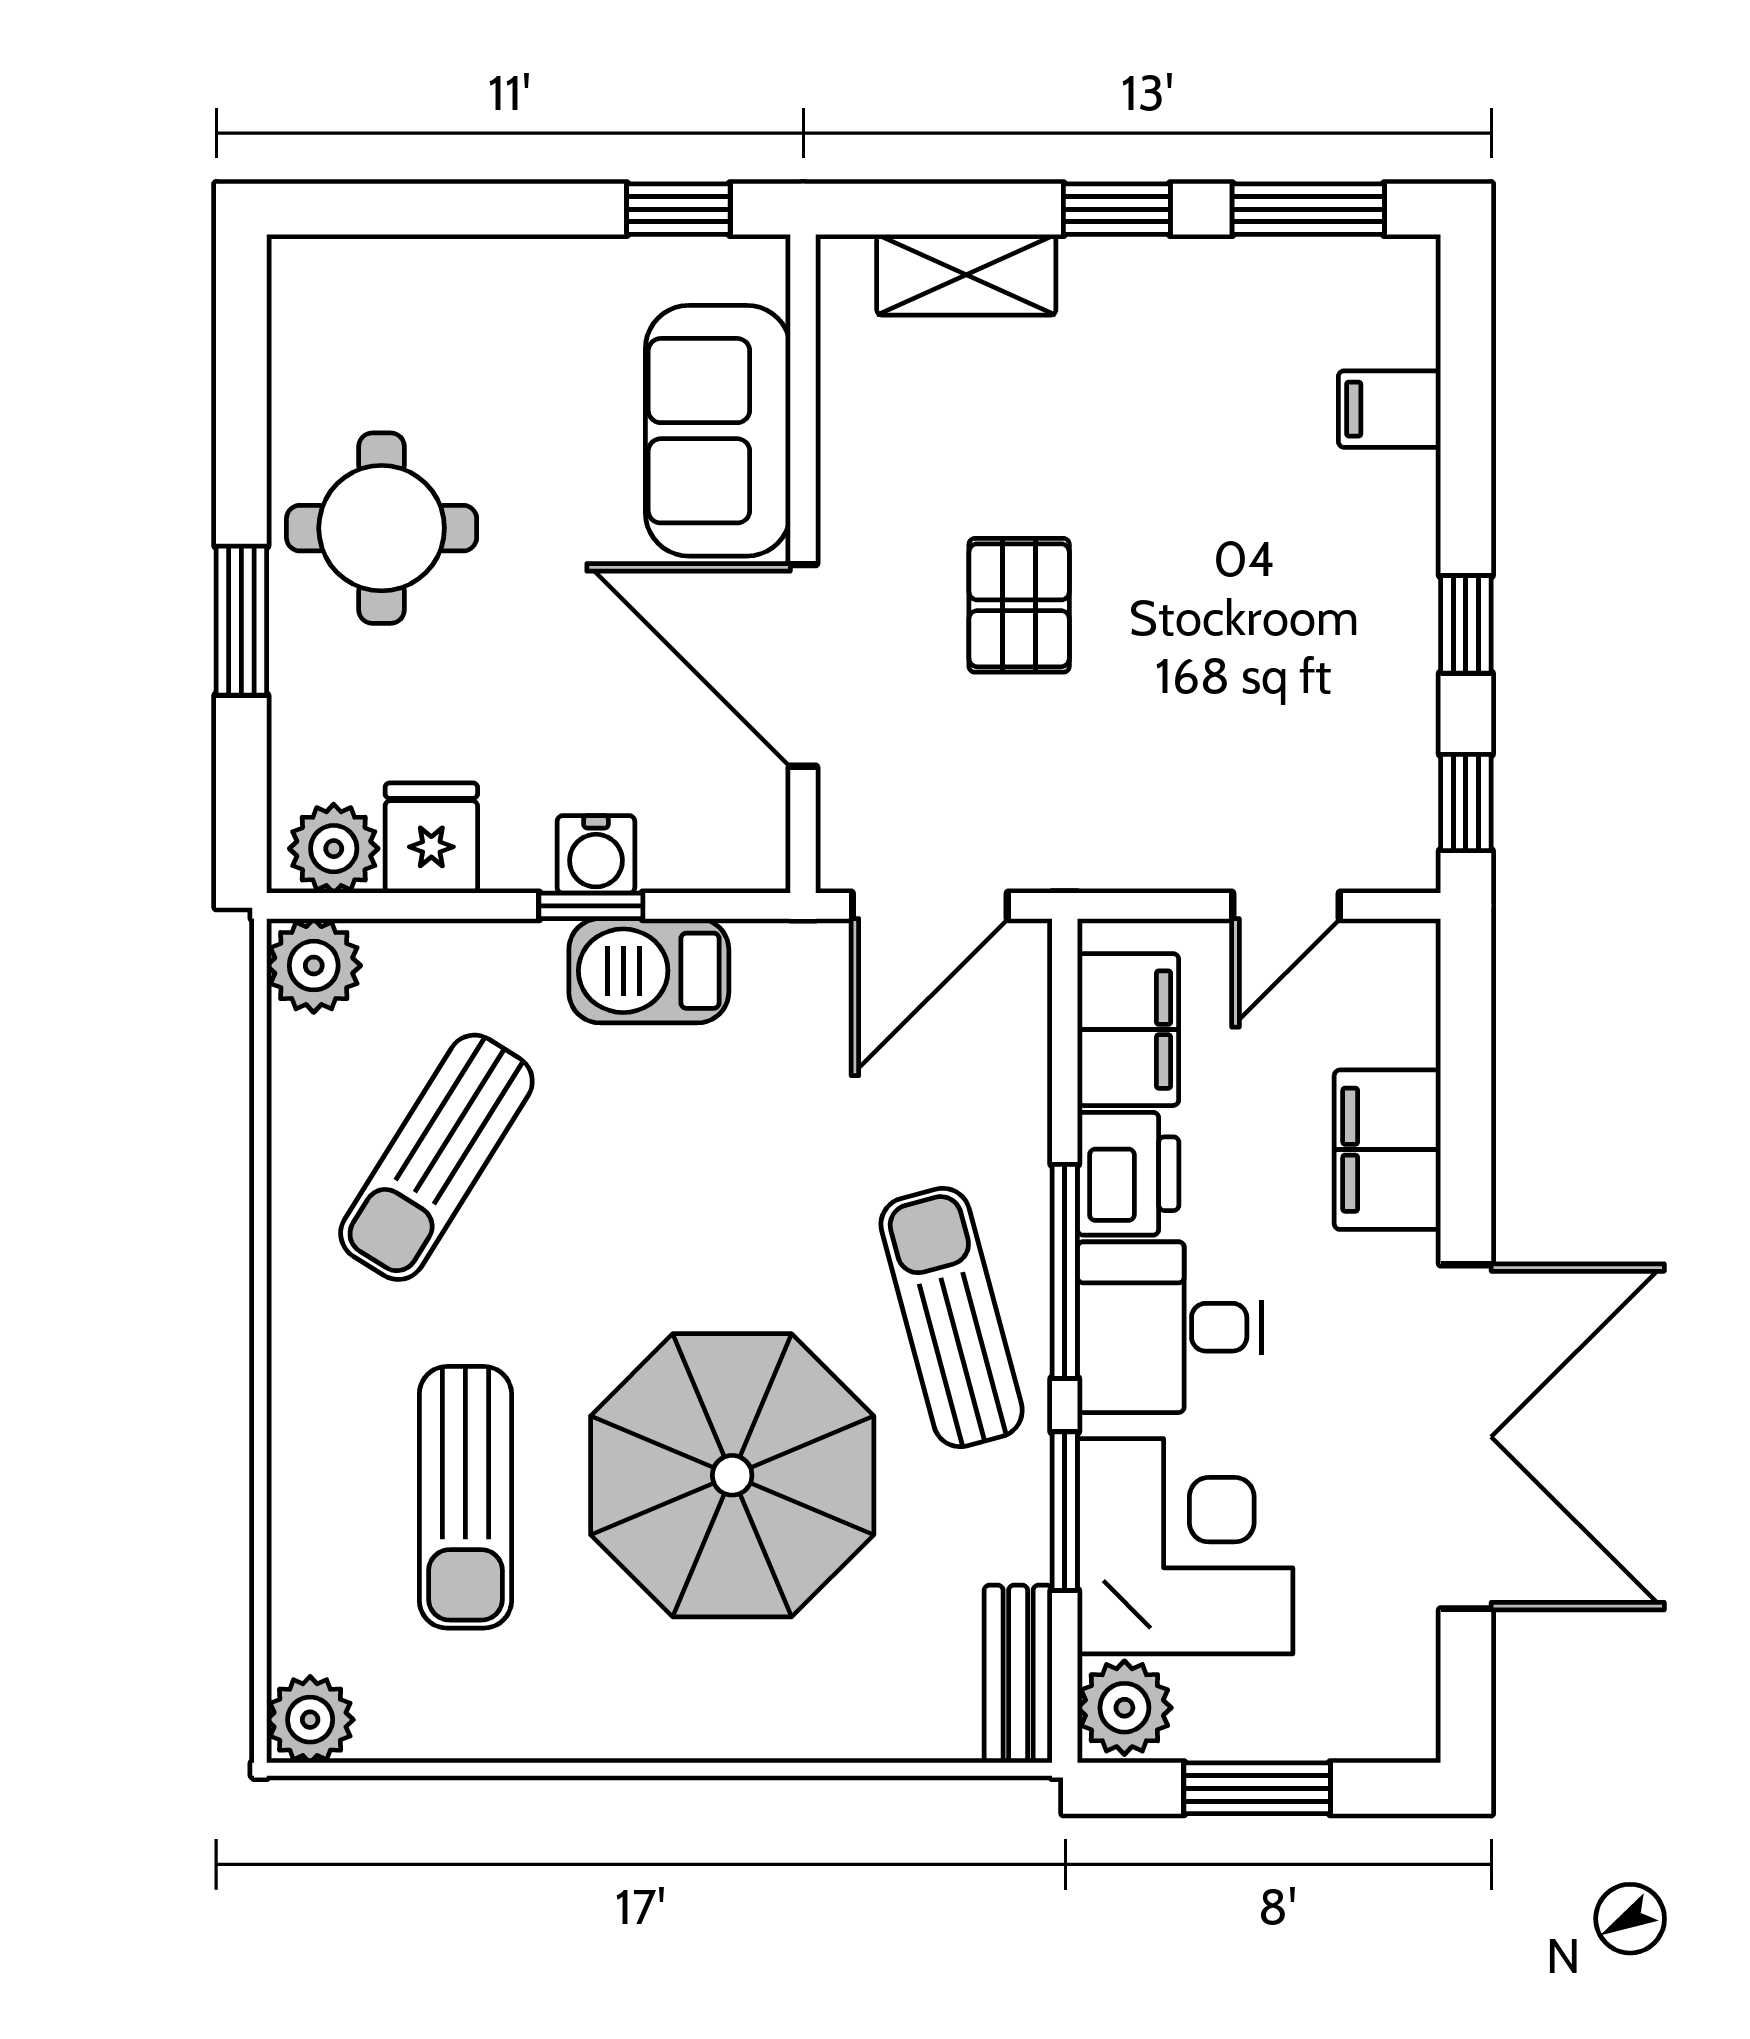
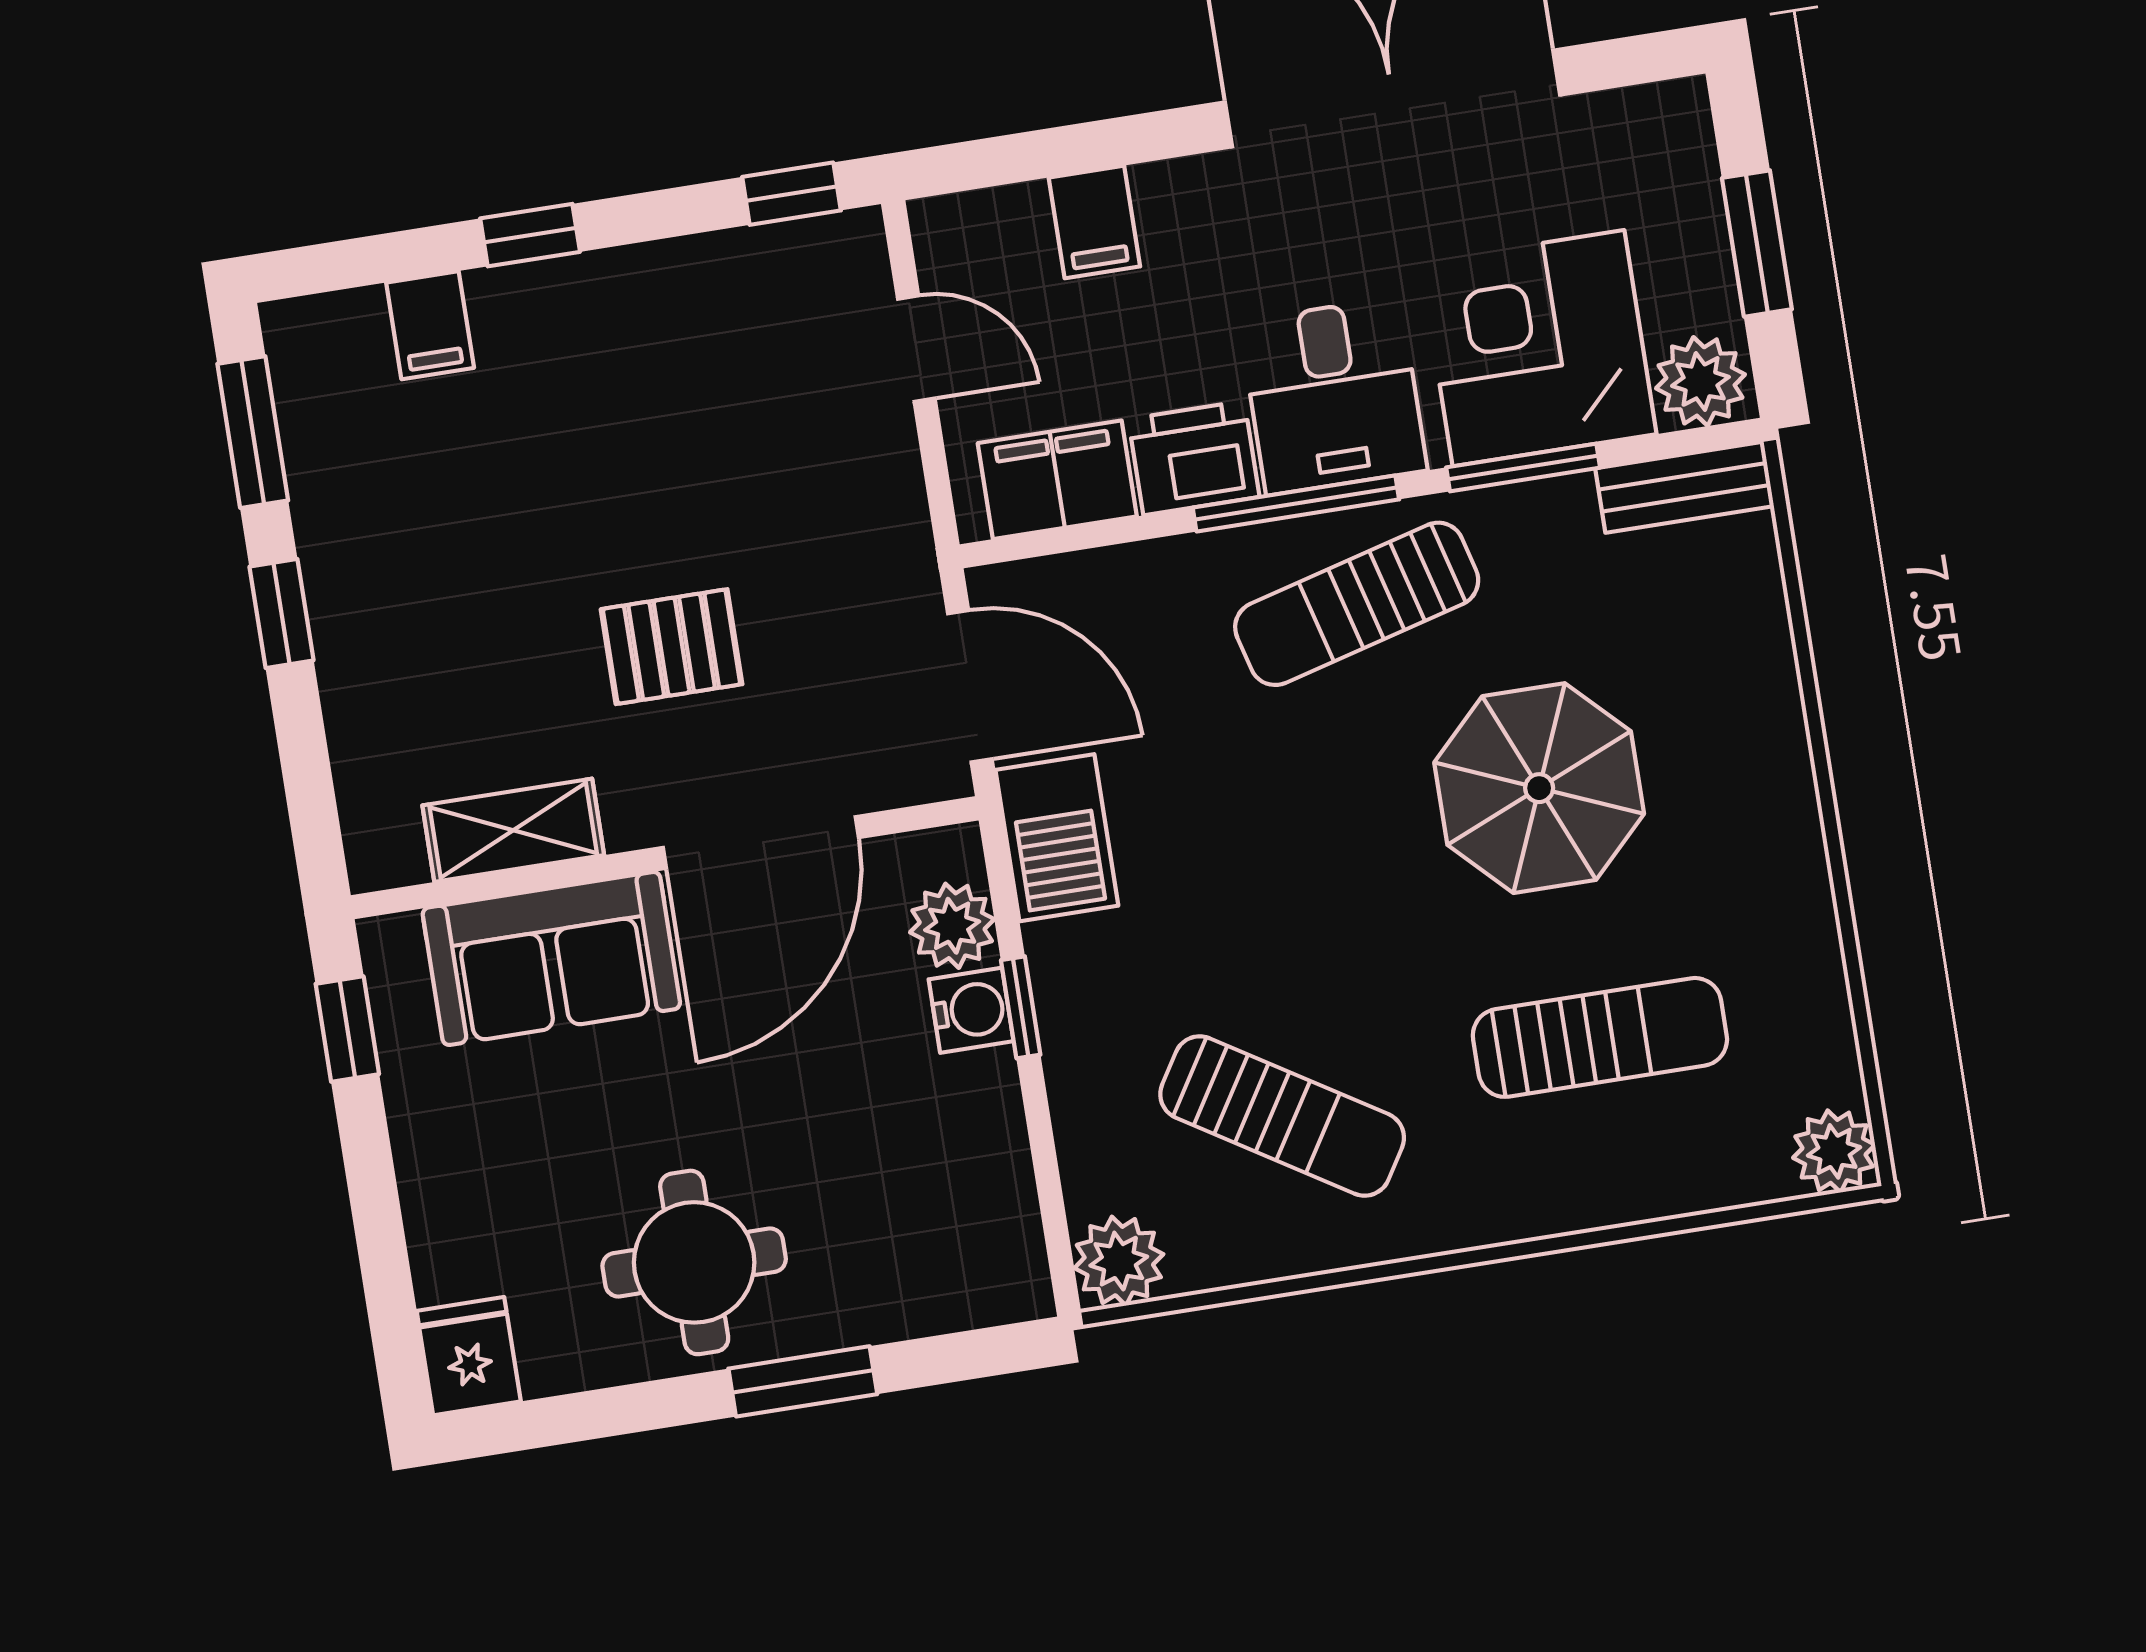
shelving: (966, 275) -> (513, 830), moved, turned 90
window: (1466, 624) -> (530, 235), moved
fridge: (431, 838) -> (469, 1356), moved, turned 90
plant: (334, 849) -> (952, 926), moved
barbecue: (649, 971) -> (1057, 838), moved
filing cabinet: (1387, 1150) -> (1094, 222), width x0.50
parasol: (732, 1475) -> (1539, 788), width x0.73, depth x0.73

